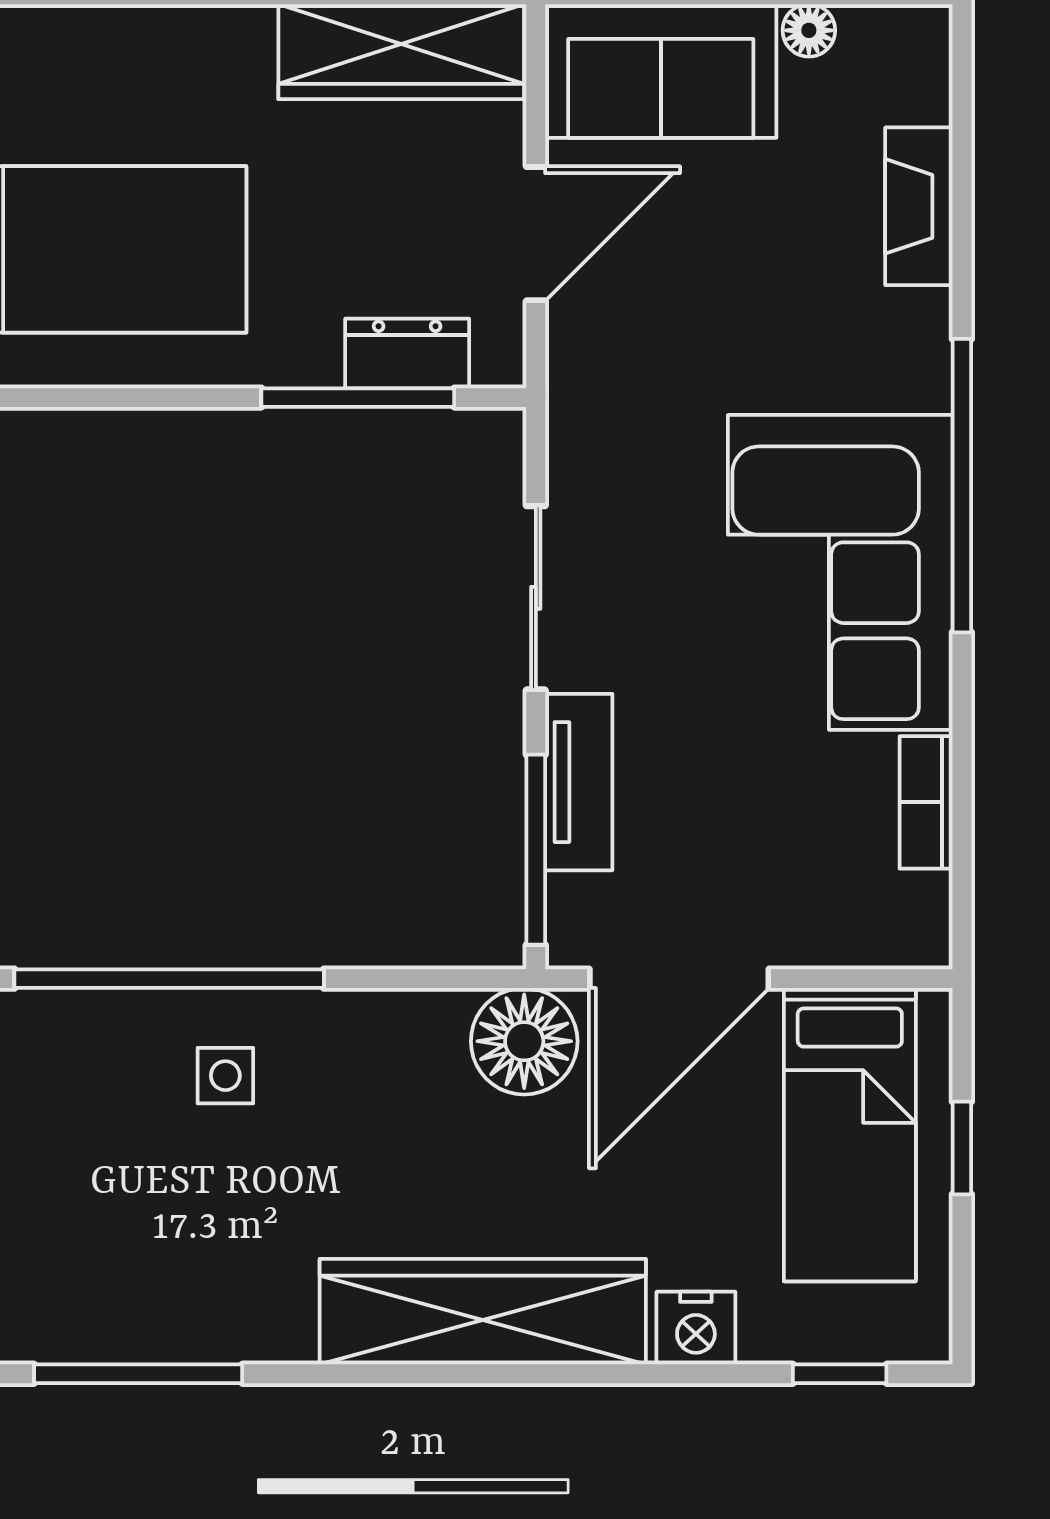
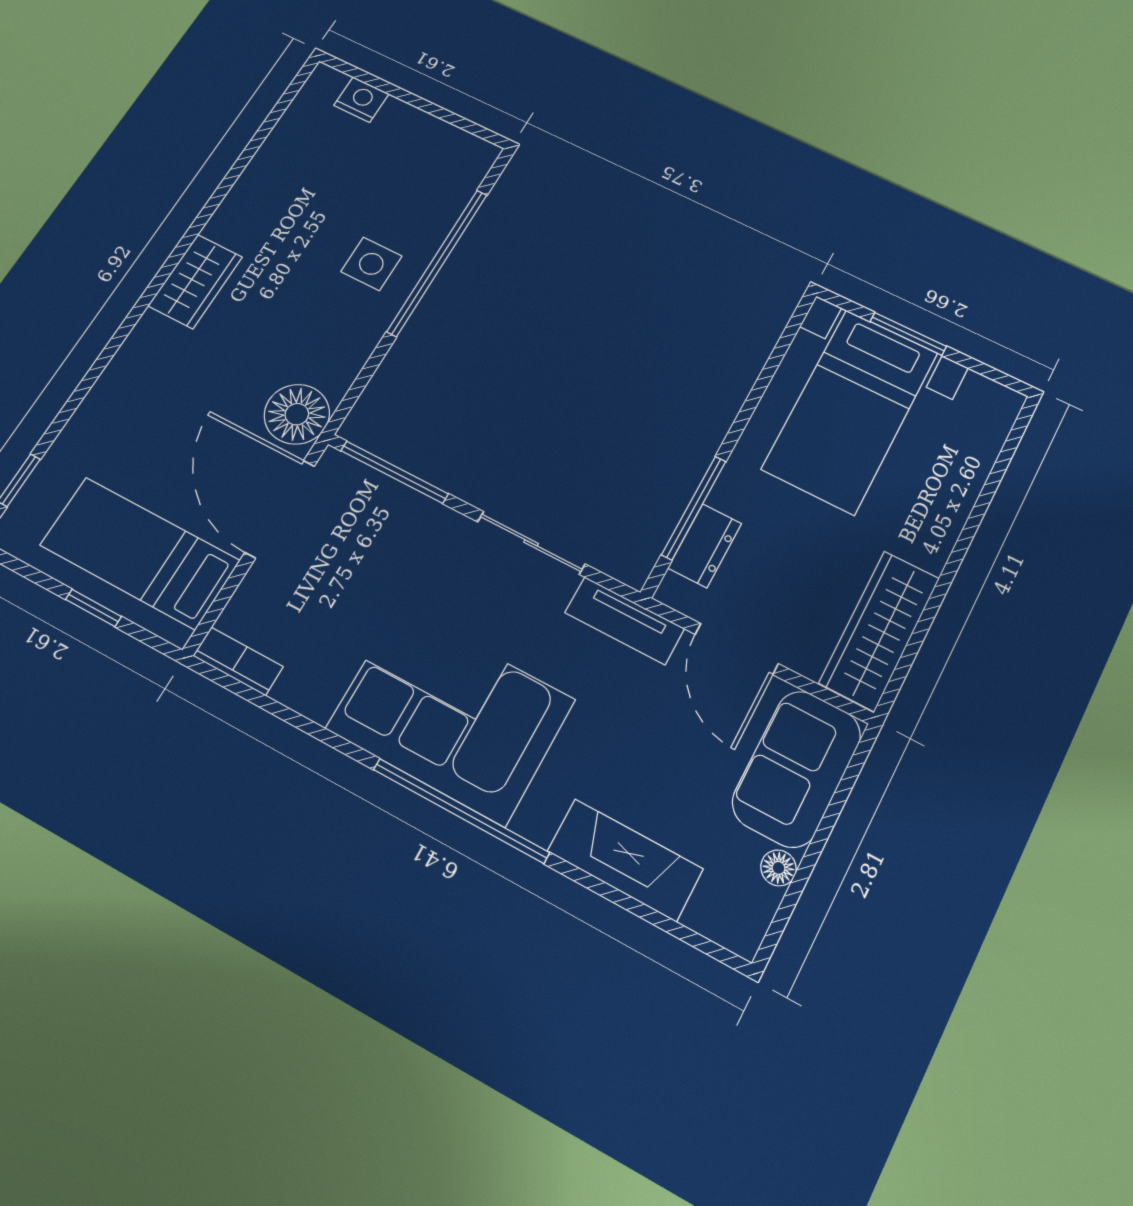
fireplace: (919, 206) -> (625, 860), width x1.37, depth x1.32
tv unit: (579, 782) -> (625, 621), moved
bookcase: (926, 802) -> (238, 661), moved
side table: (225, 1076) -> (371, 264), width x1.37, depth x1.37
wardrobe: (483, 1312) -> (195, 281), width x0.48, depth x0.85
nightstand: (696, 1328) -> (92, 421), removed
window: (138, 1374) -> (249, 152), removed

